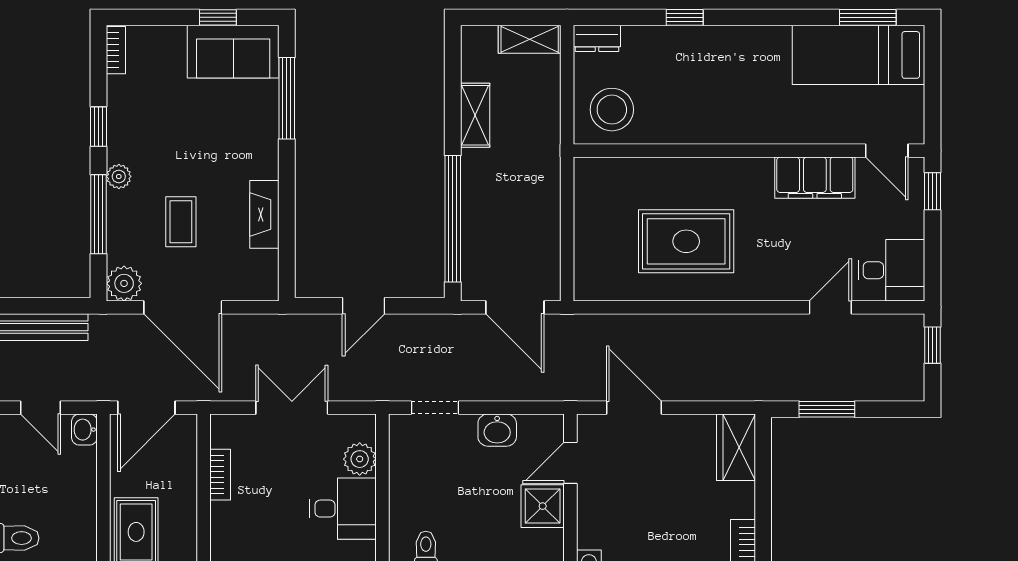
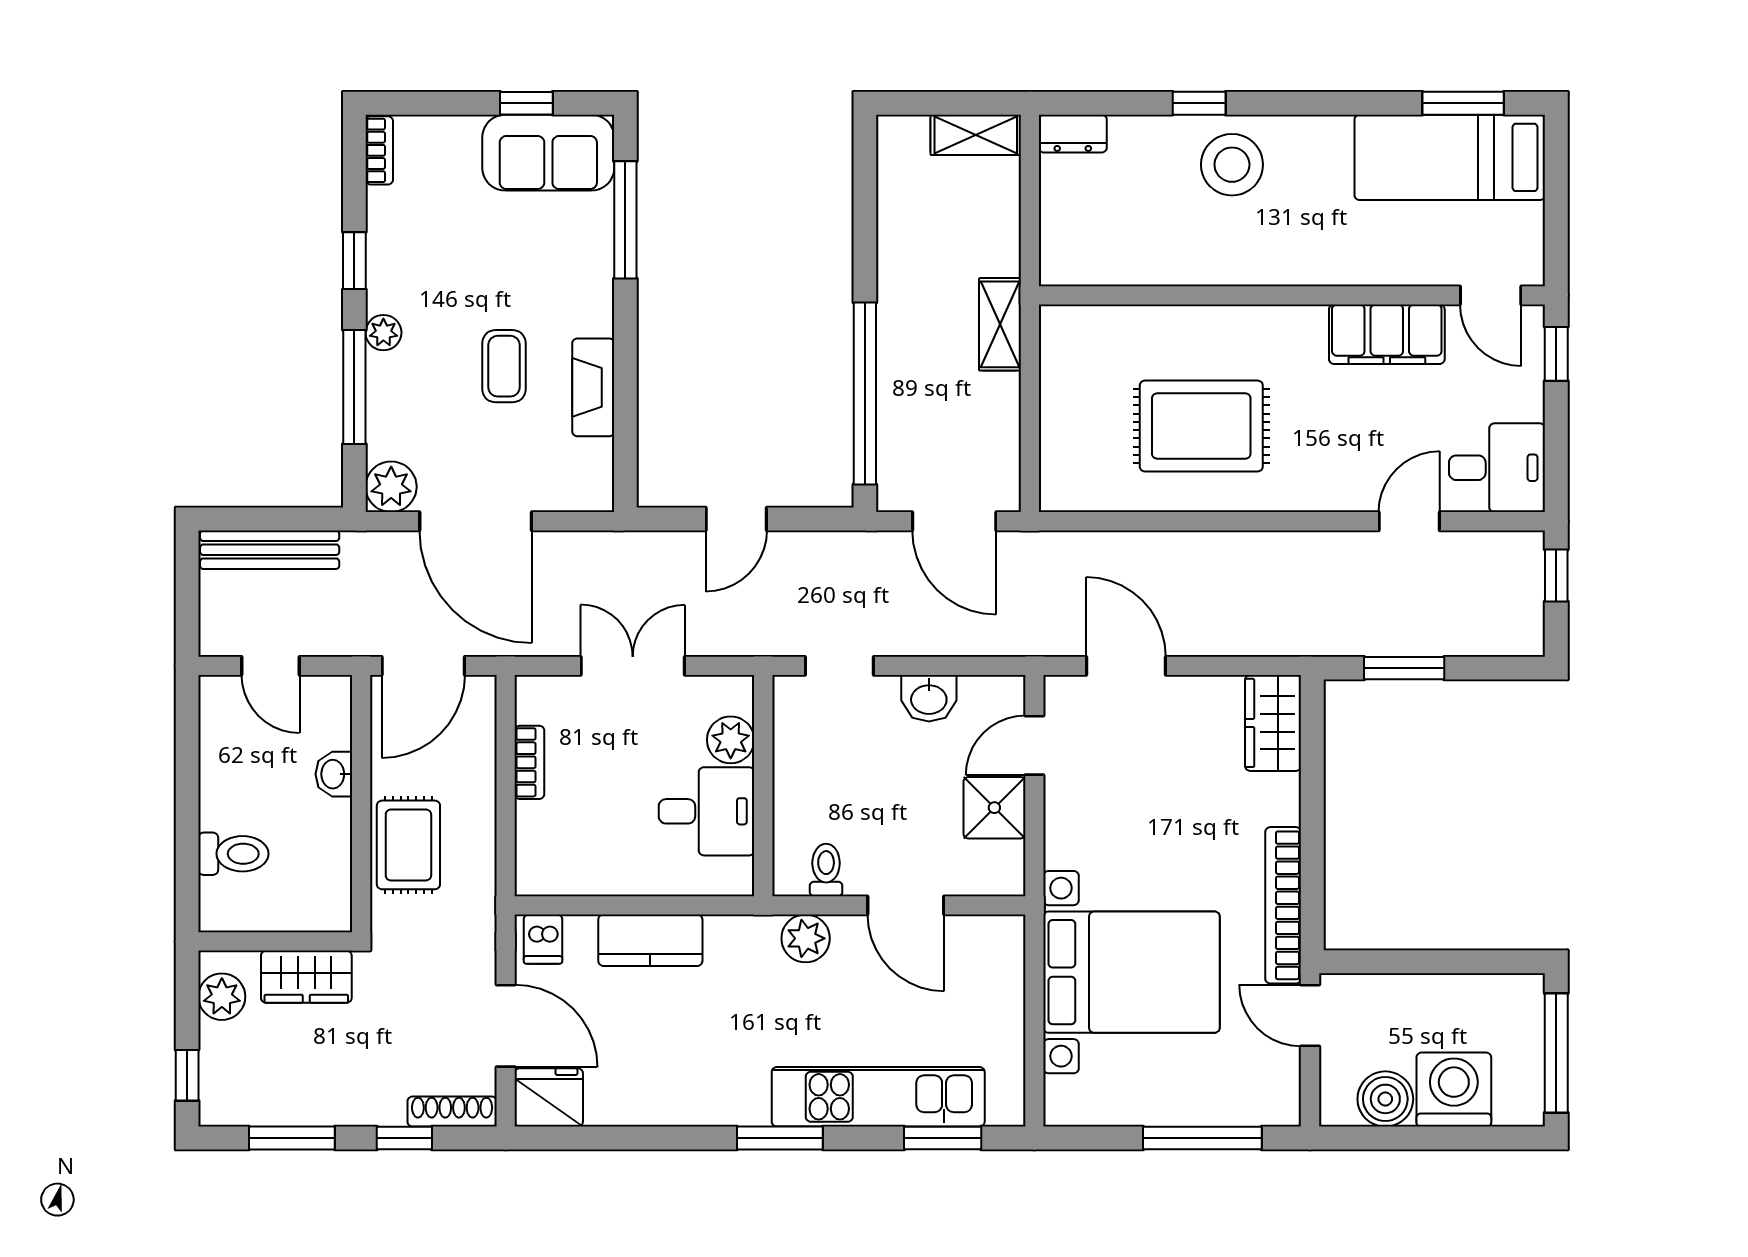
stool: (612, 110) -> (1232, 165), moved
shelving: (475, 115) -> (1000, 324), moved
coffee table: (181, 222) -> (504, 366), moved
washbasin: (84, 430) -> (334, 774), moved

